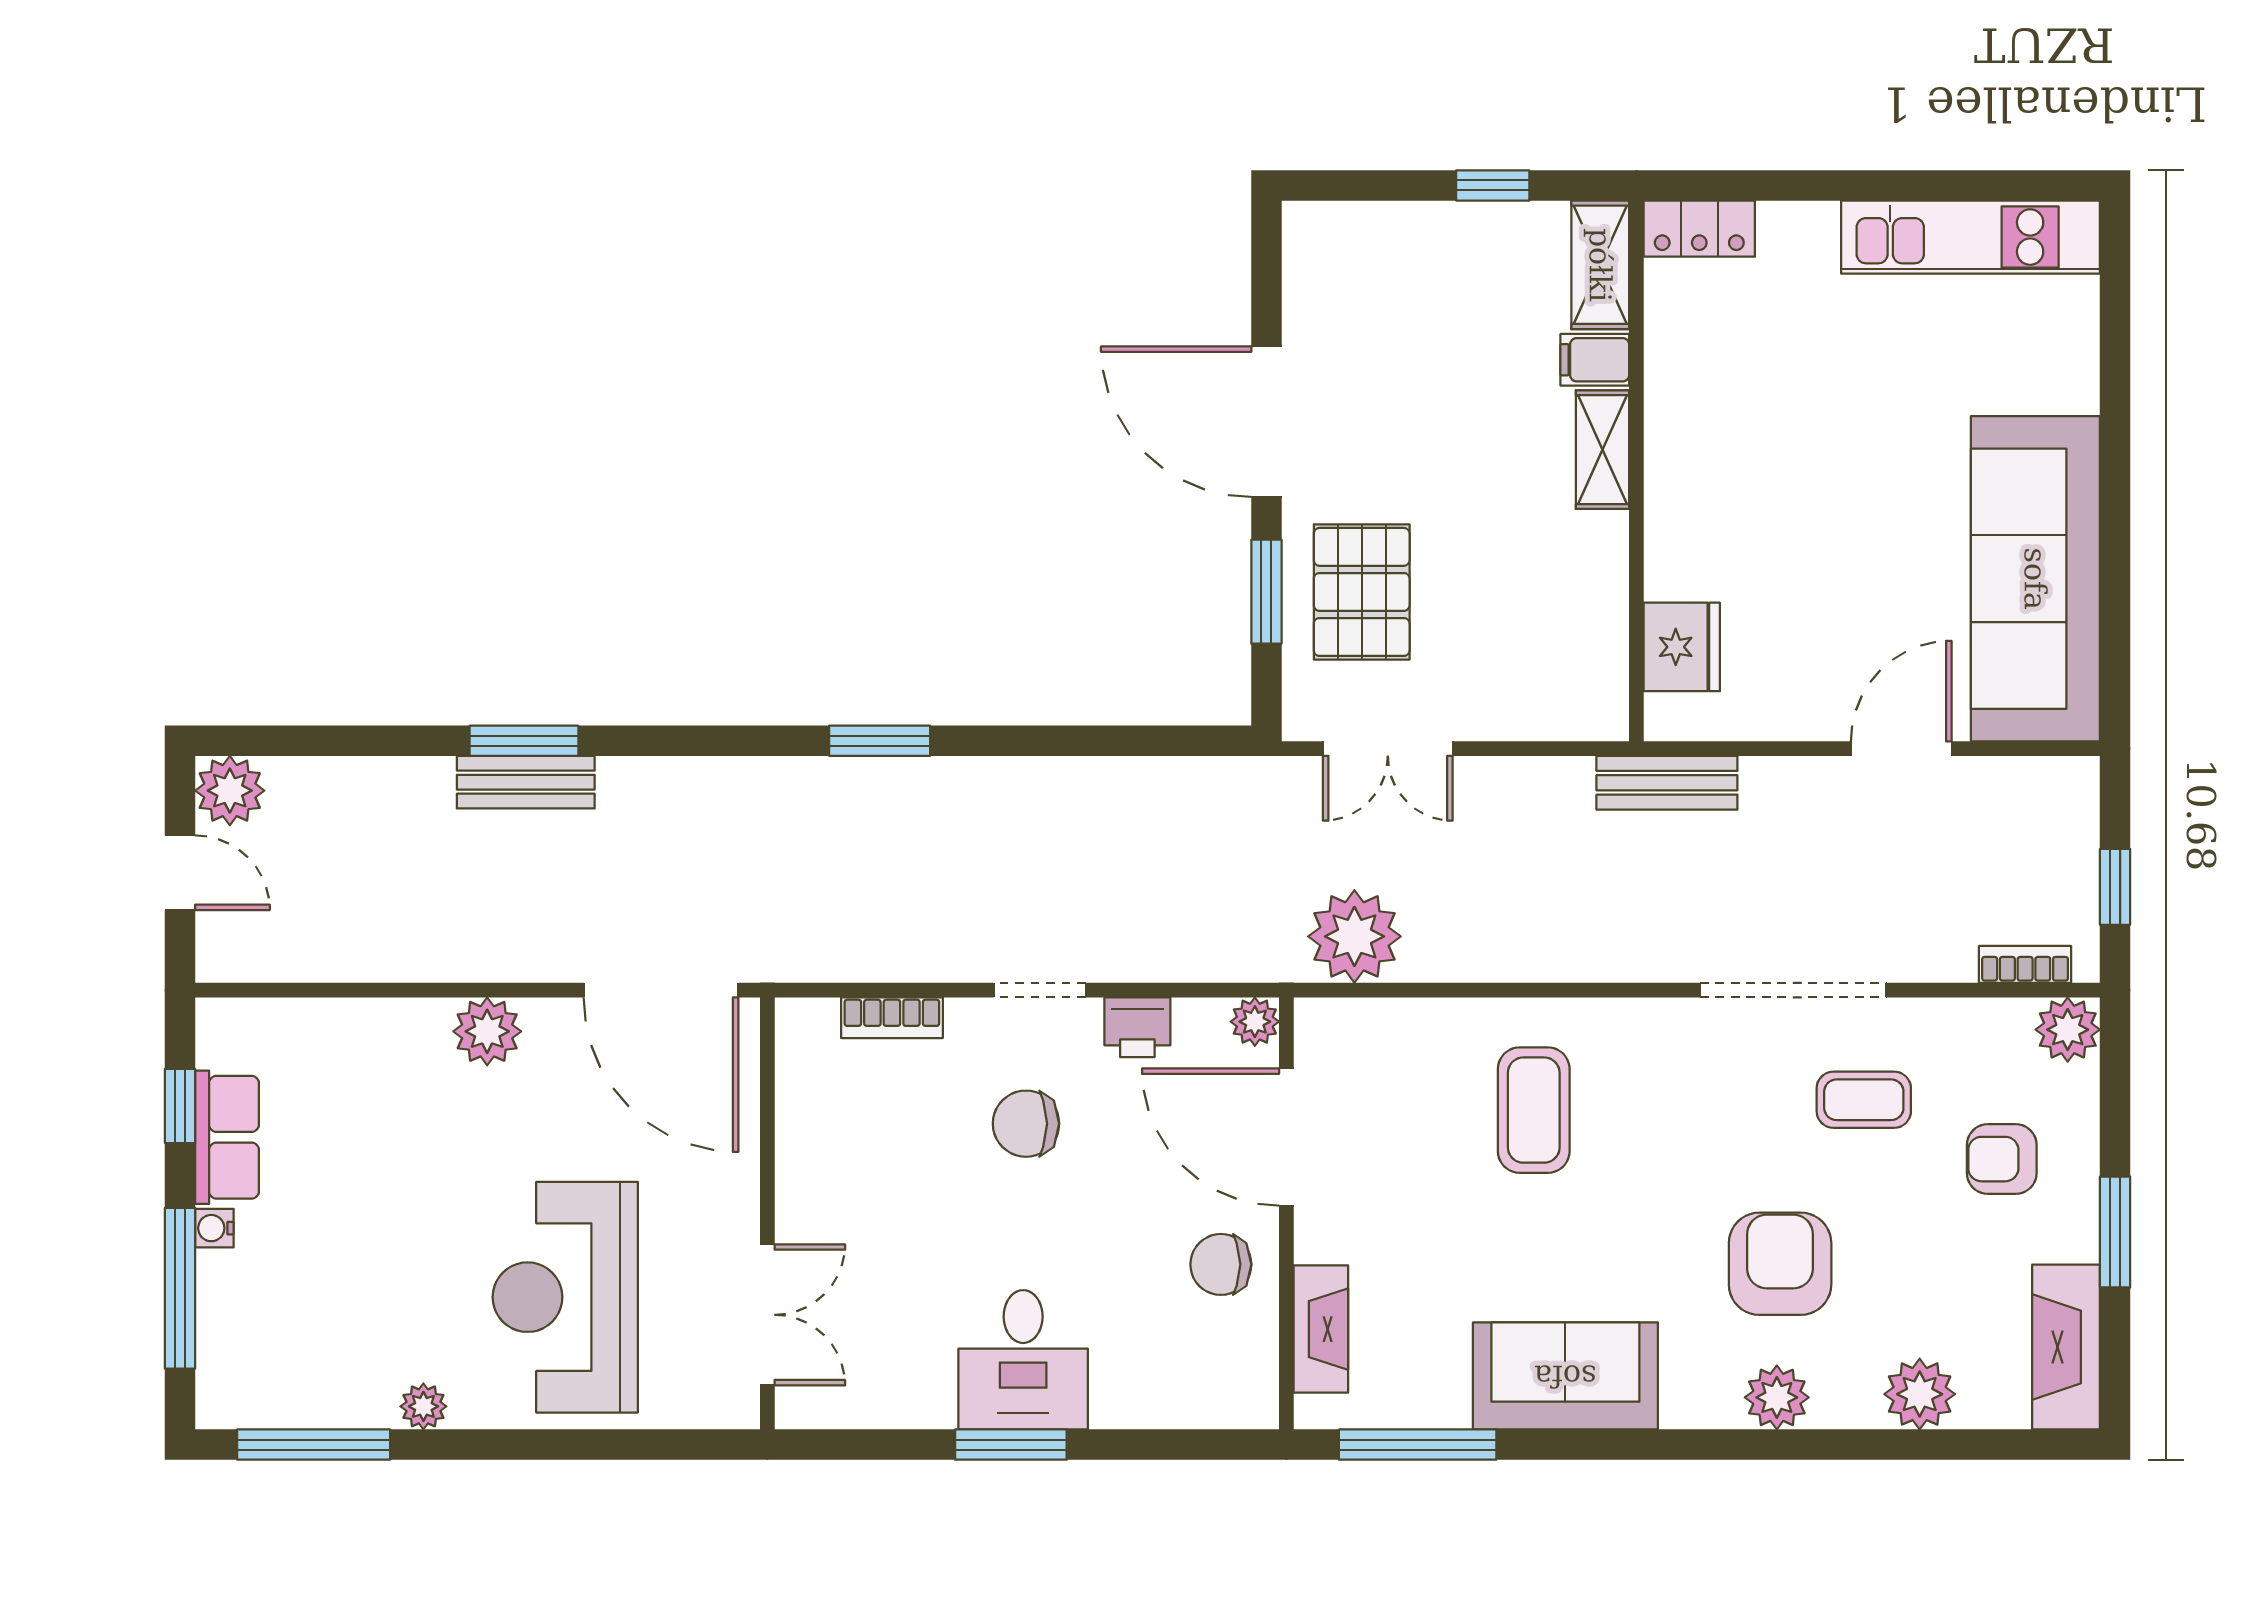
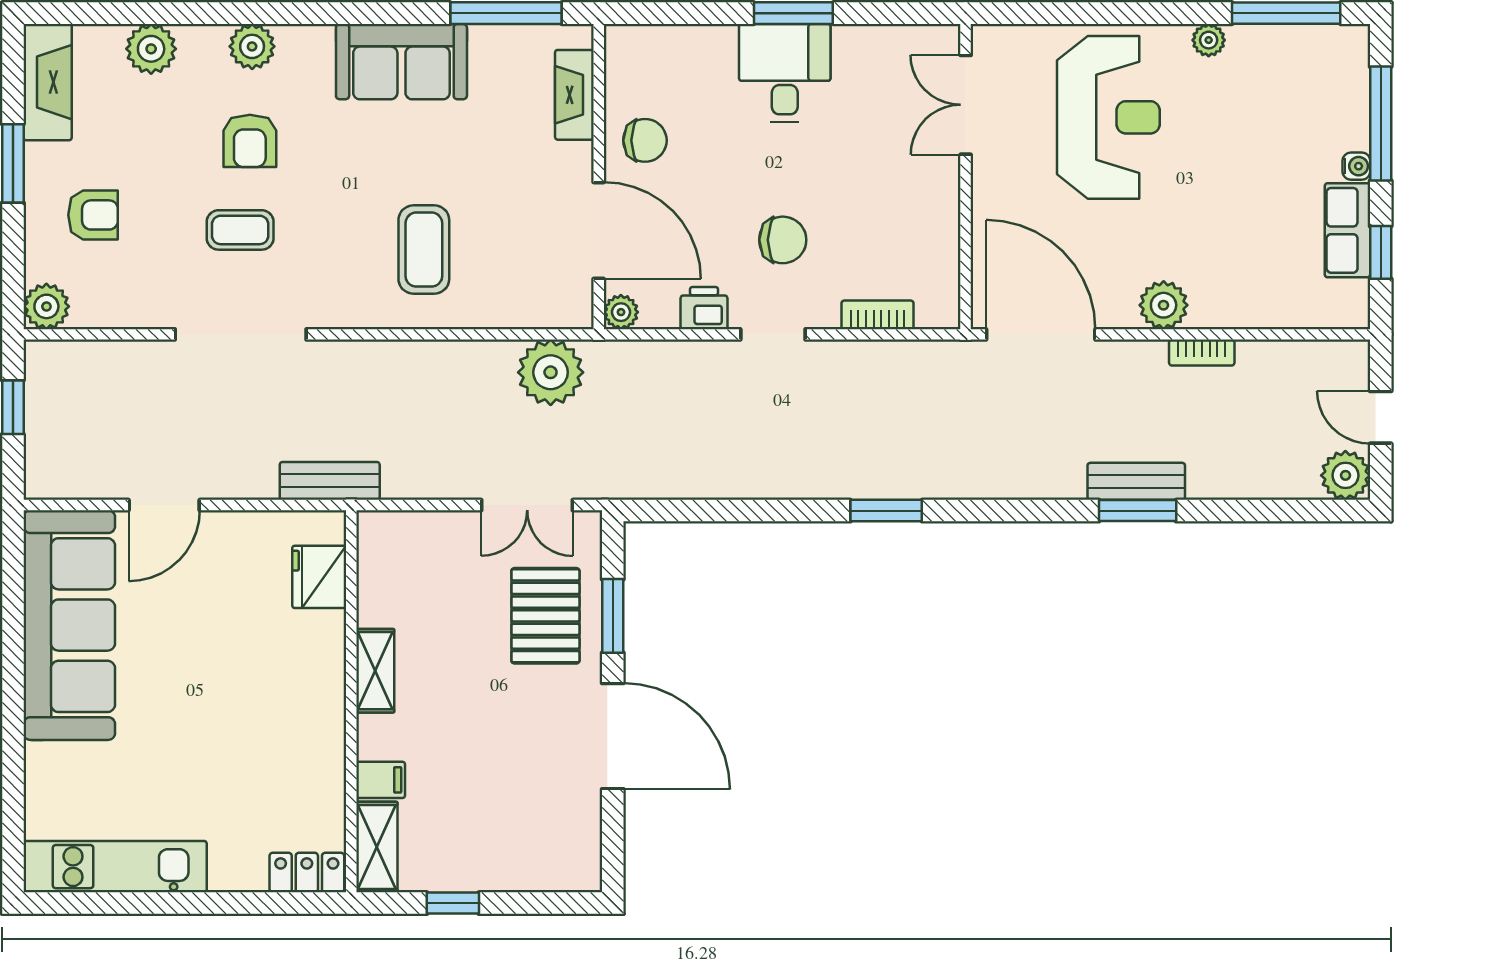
shelving: (1603, 450) -> (375, 671), moved
double door: (1388, 749) -> (527, 505), swing flipped
bookcase: (2025, 964) -> (1202, 353), moved
coffee table: (1864, 1100) -> (240, 230), moved
armchair: (1780, 1264) -> (250, 141), width x0.72, depth x0.72

